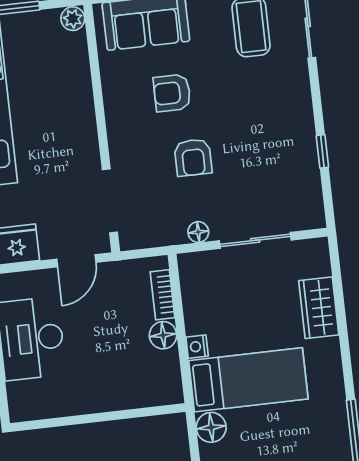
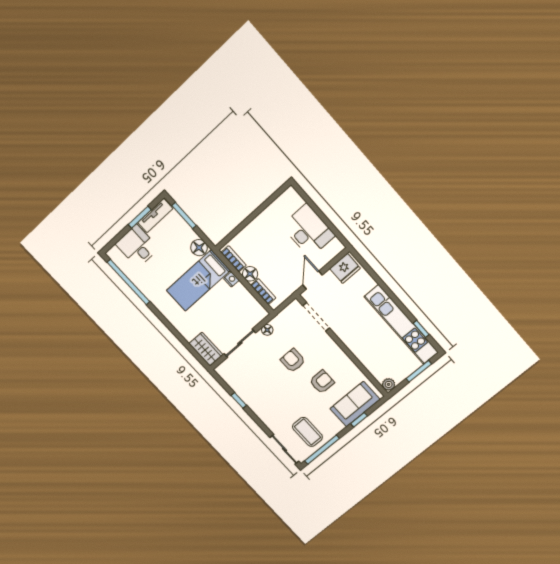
wardrobe: (319, 308) -> (206, 349), moved
bookcase: (172, 375) -> (234, 259), added

